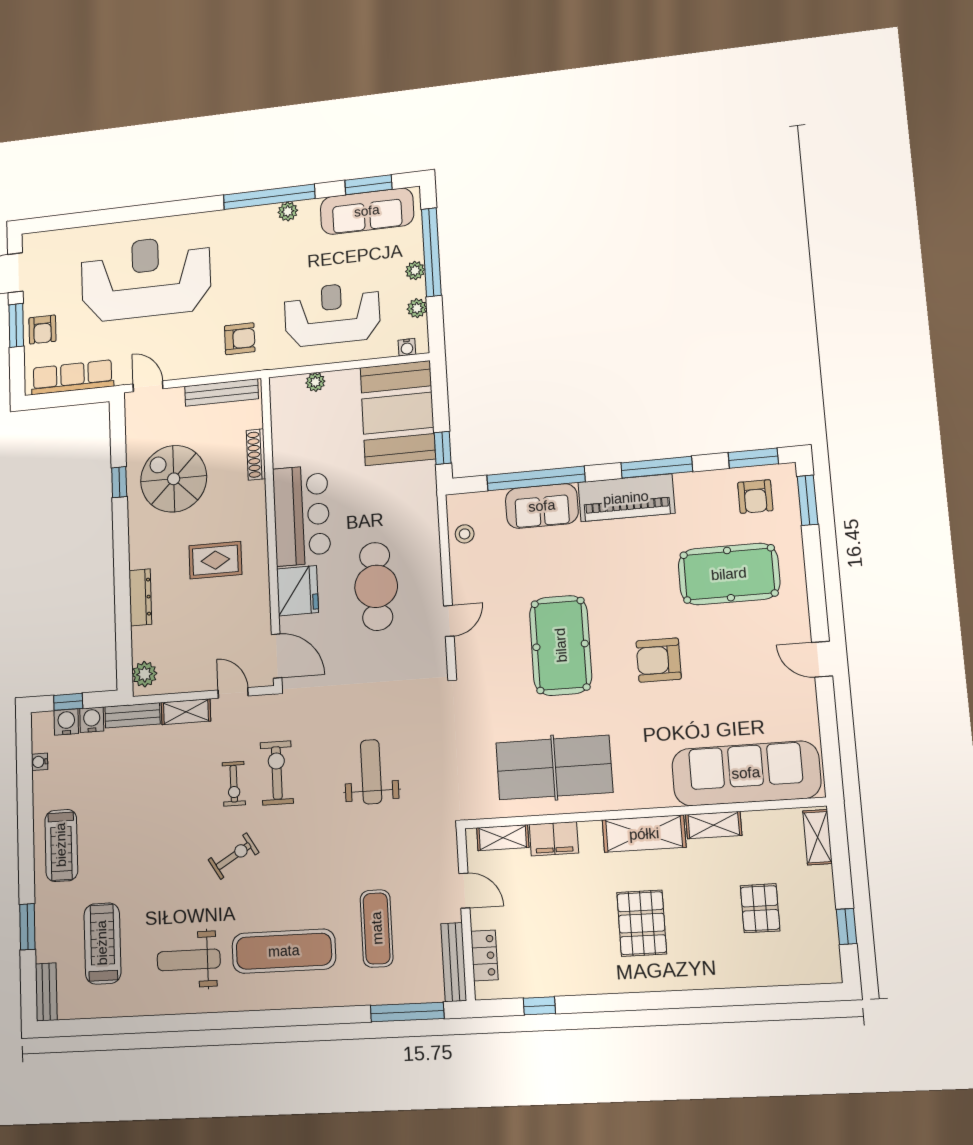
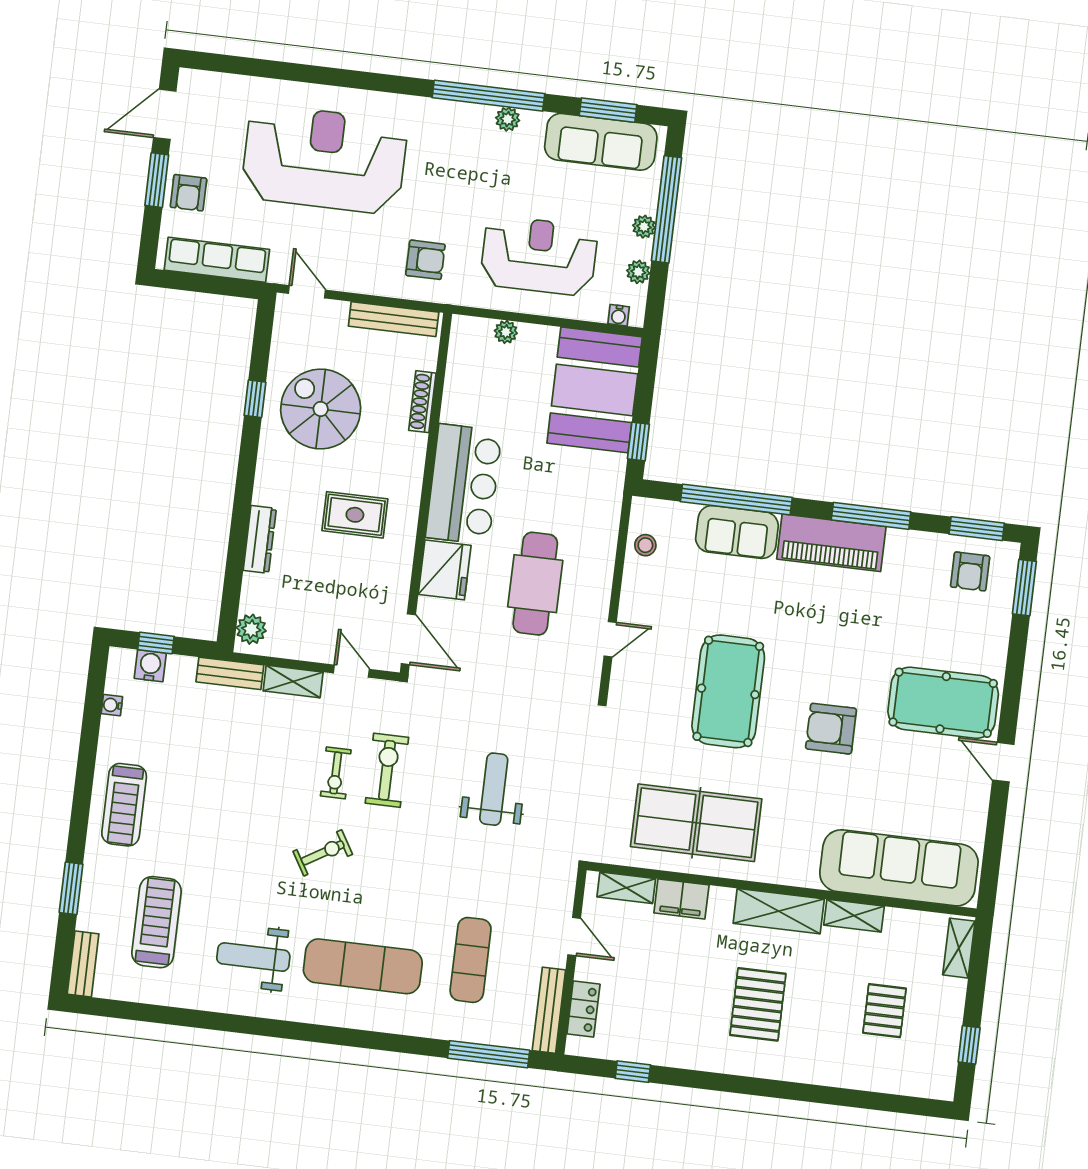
pool table: (729, 574) -> (943, 703), moved
water cooler: (92, 720) -> (181, 669), removed

